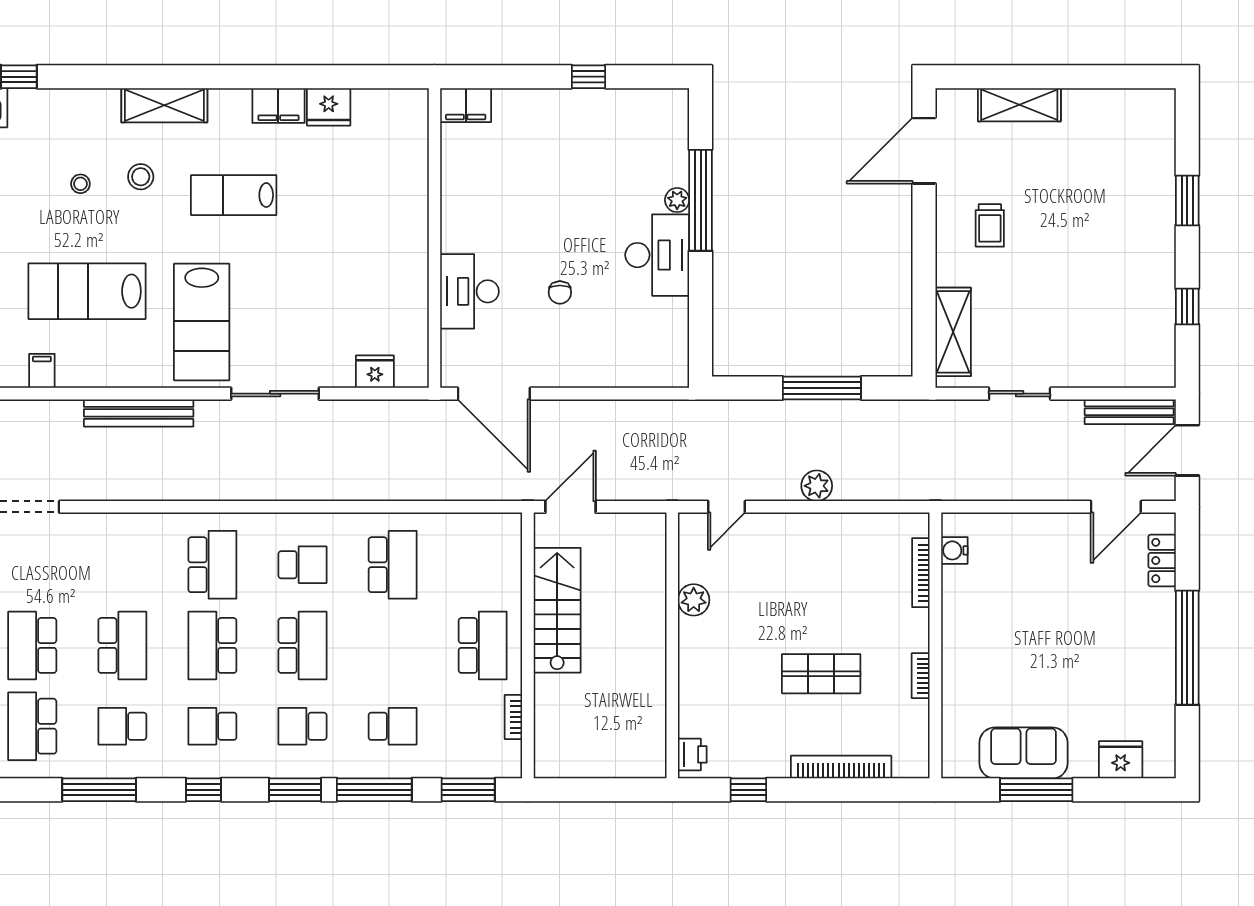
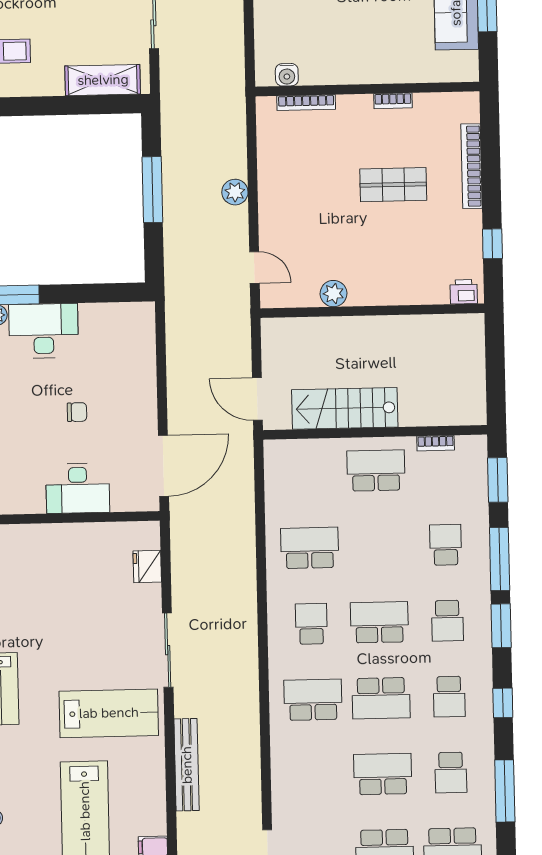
shop shelf: (821, 674) -> (393, 185), turned 90

